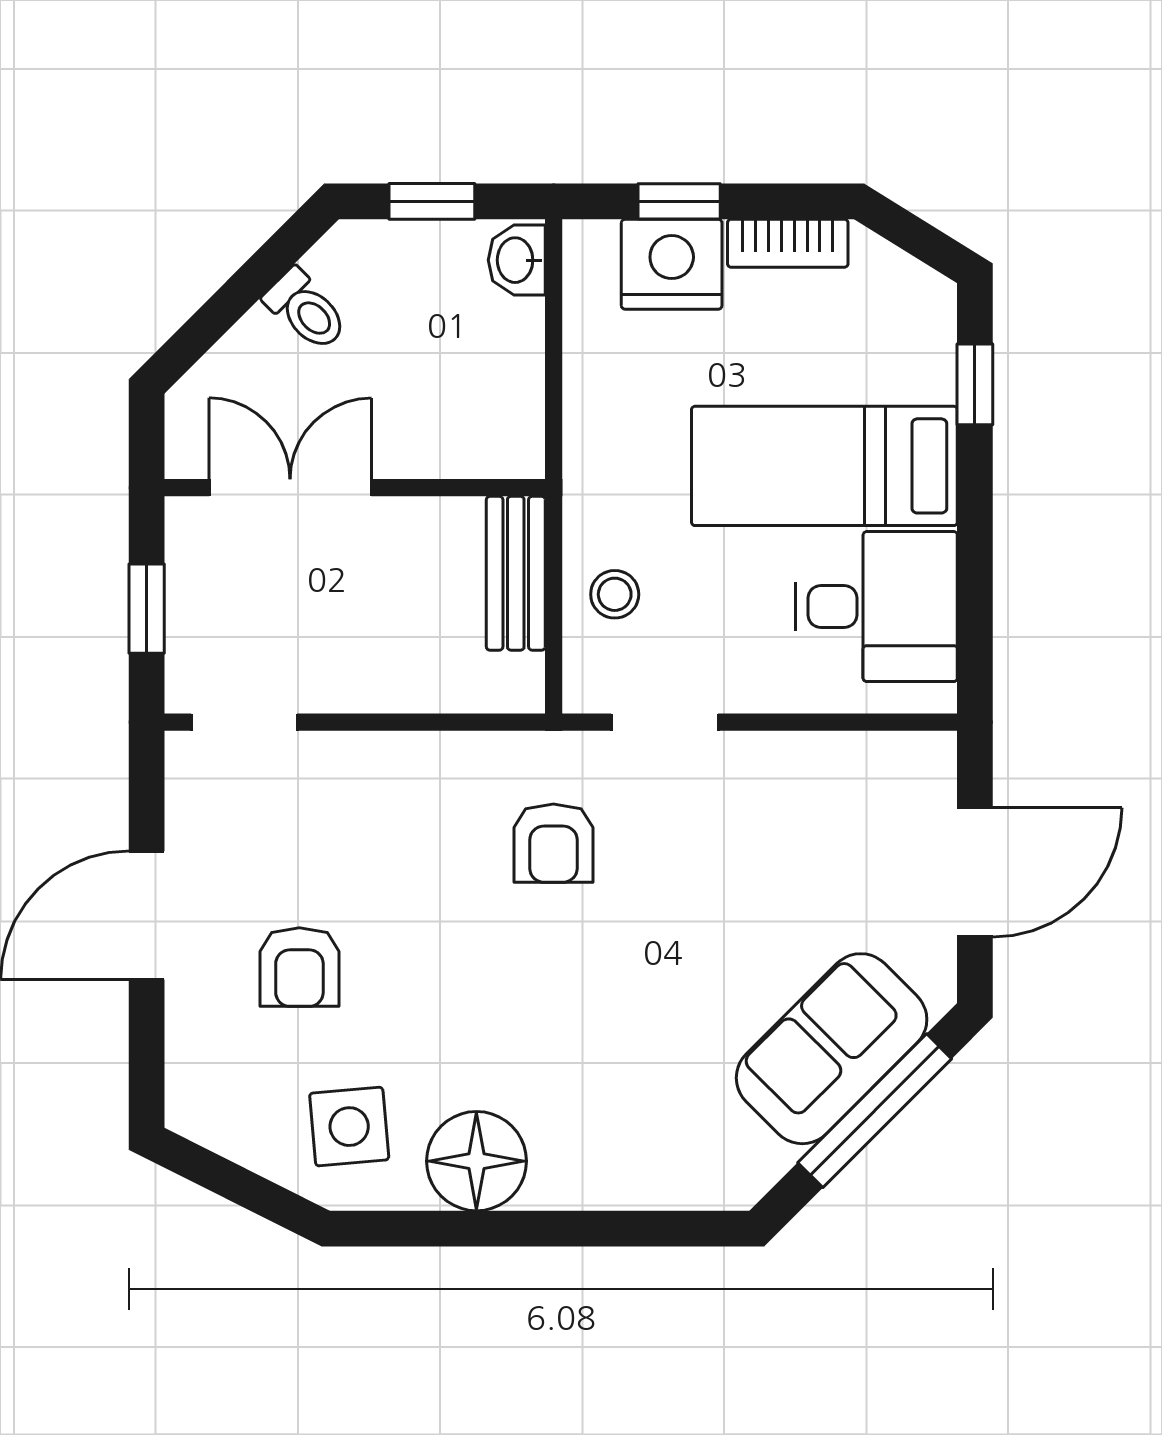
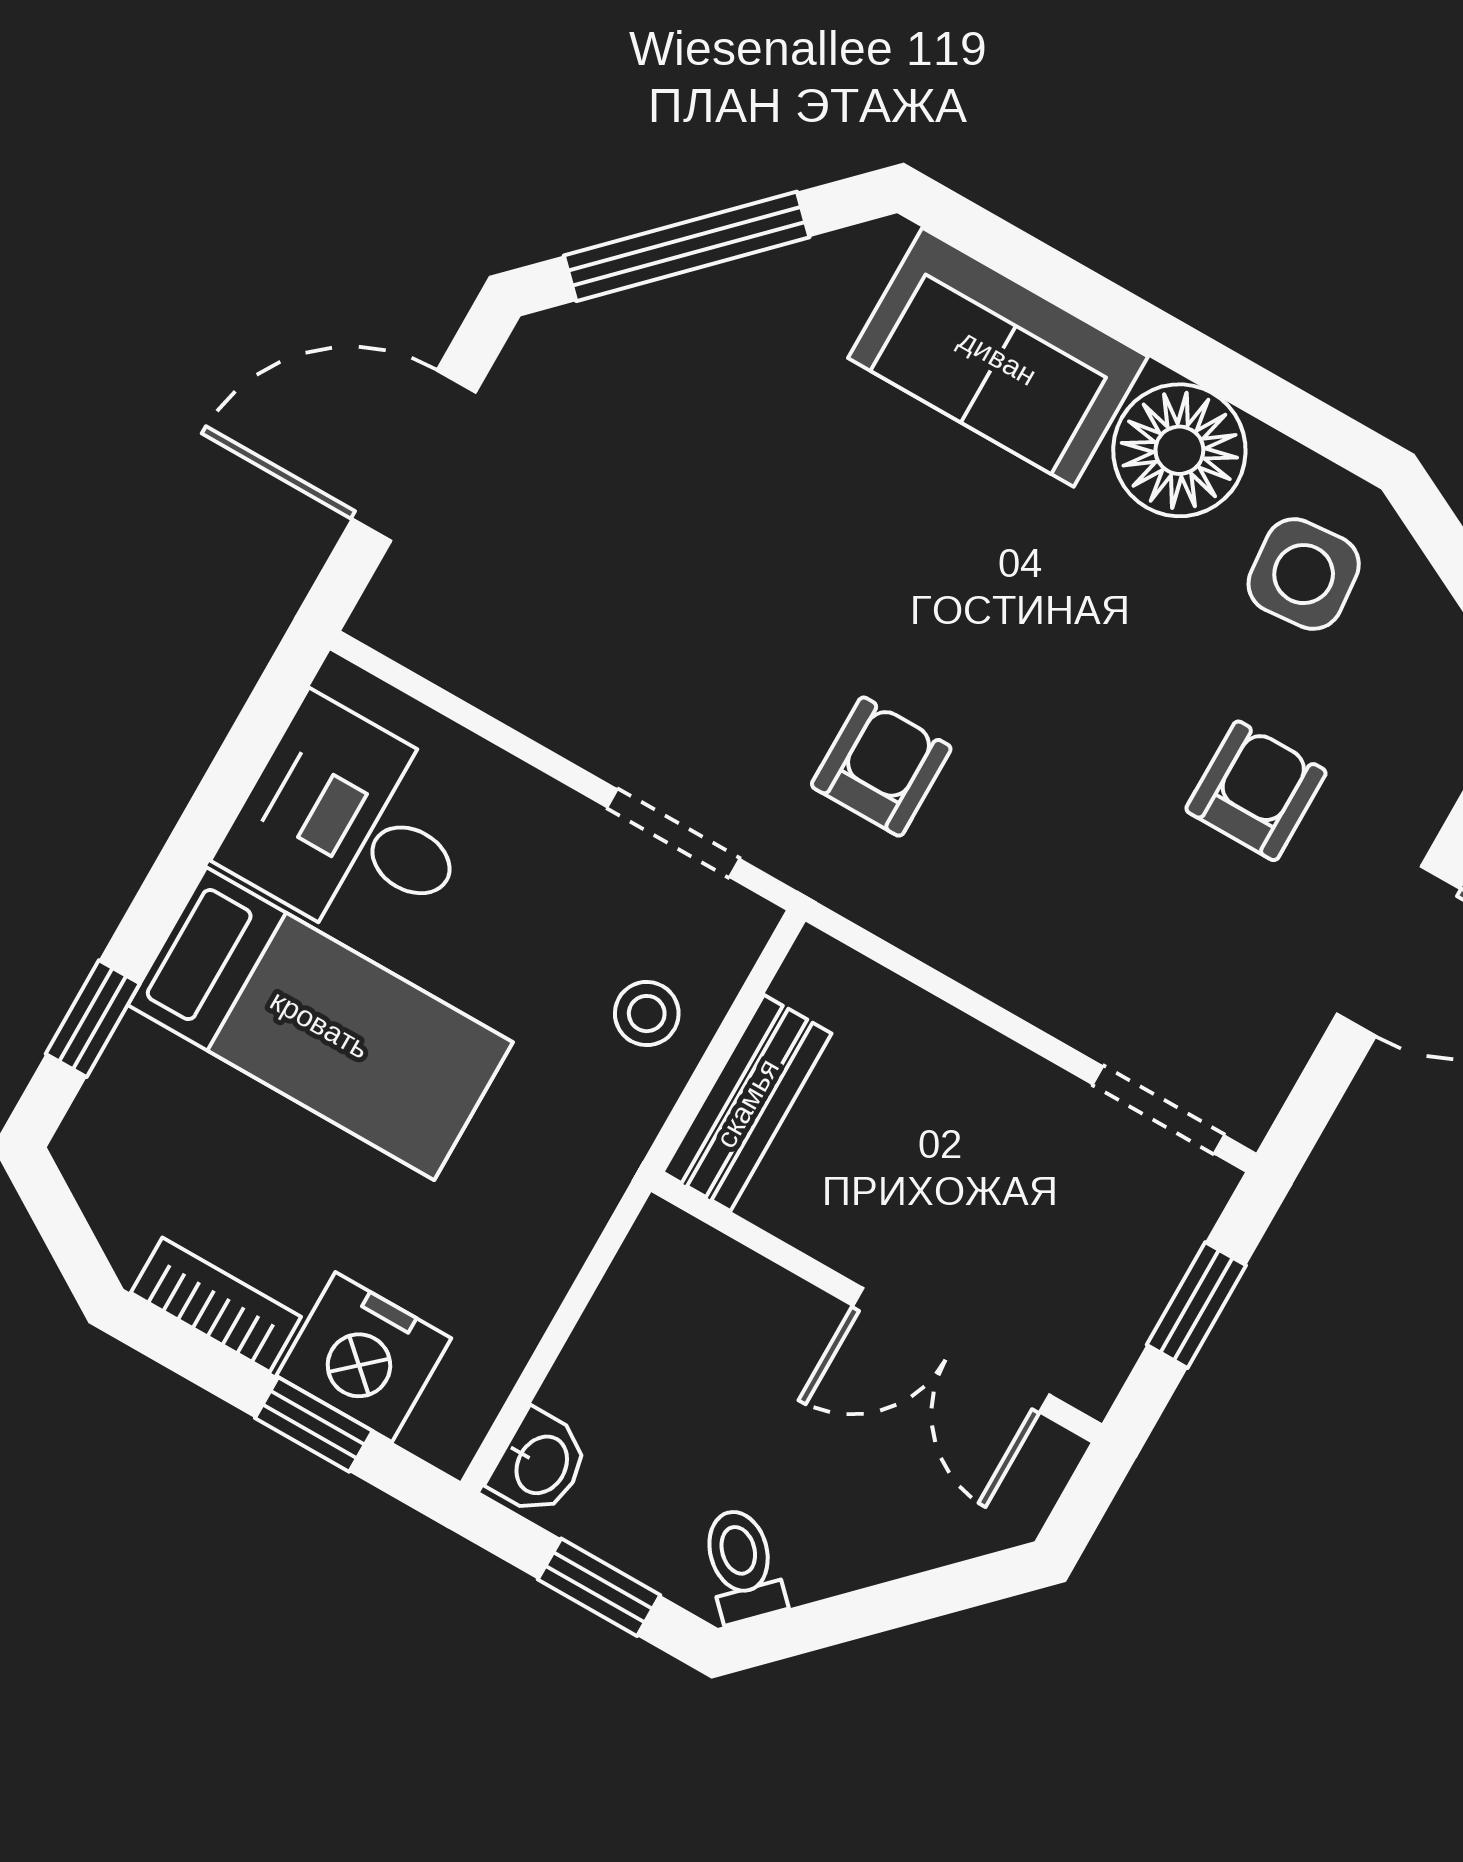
toilet: (306, 310) -> (742, 1565), moved
sofa: (832, 1049) -> (998, 357), moved, turned 45

